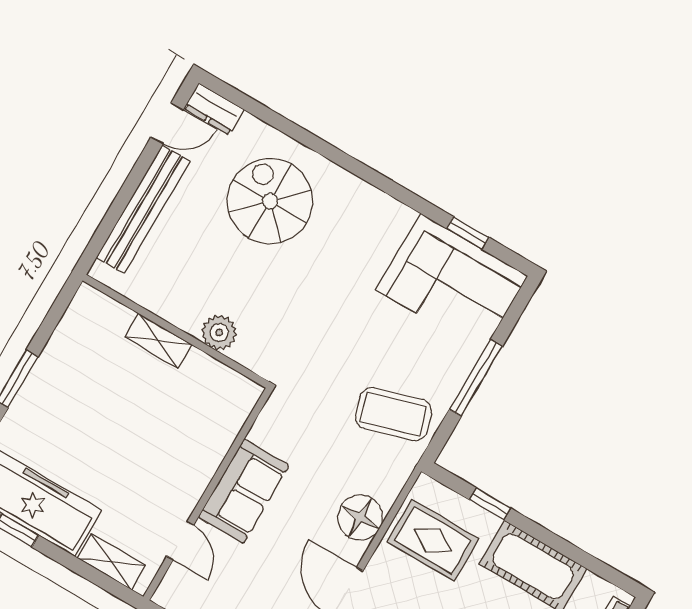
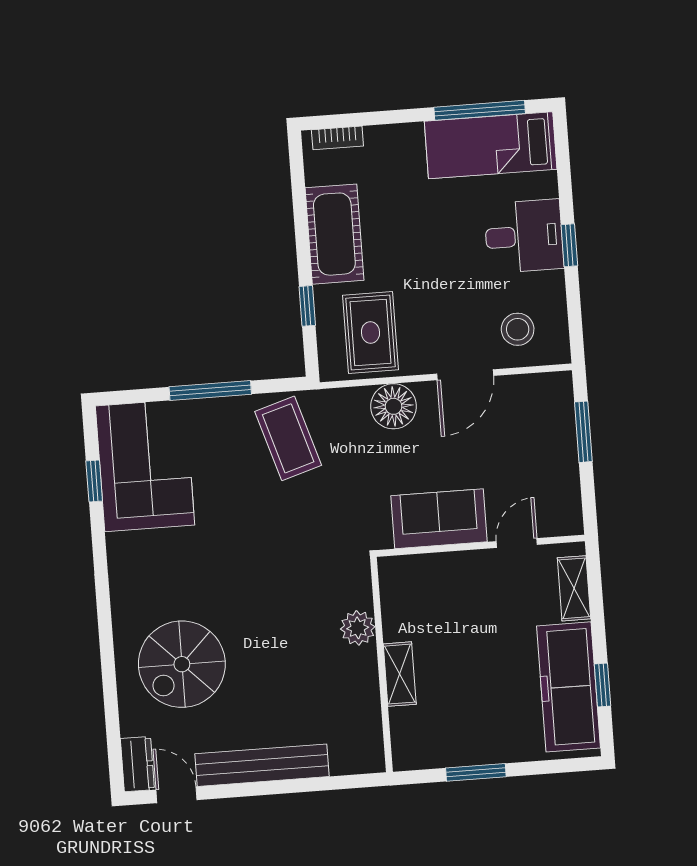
wall: (176, 331) -> (381, 665), moved
plant: (219, 333) -> (358, 628), moved
shelving: (158, 341) -> (400, 674), moved

